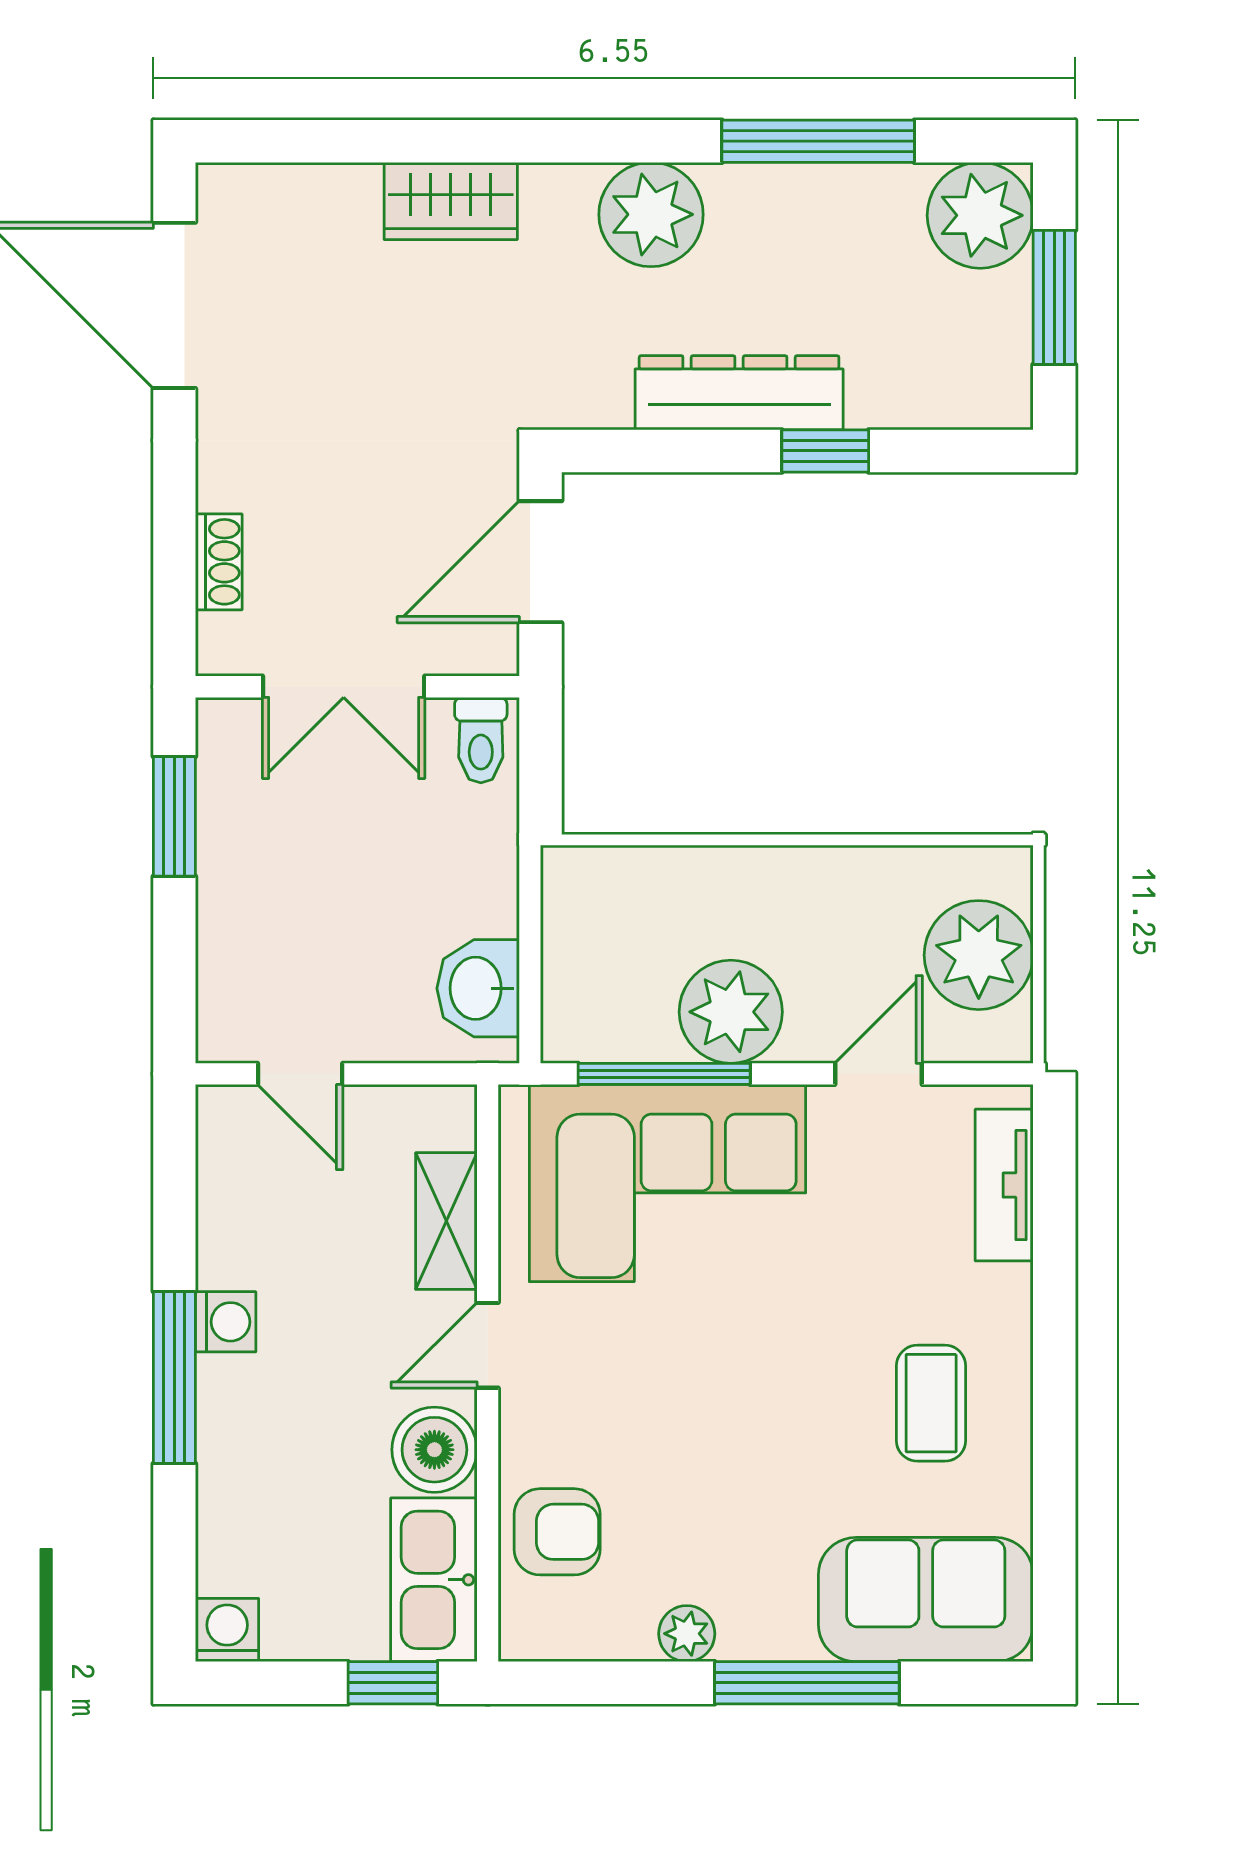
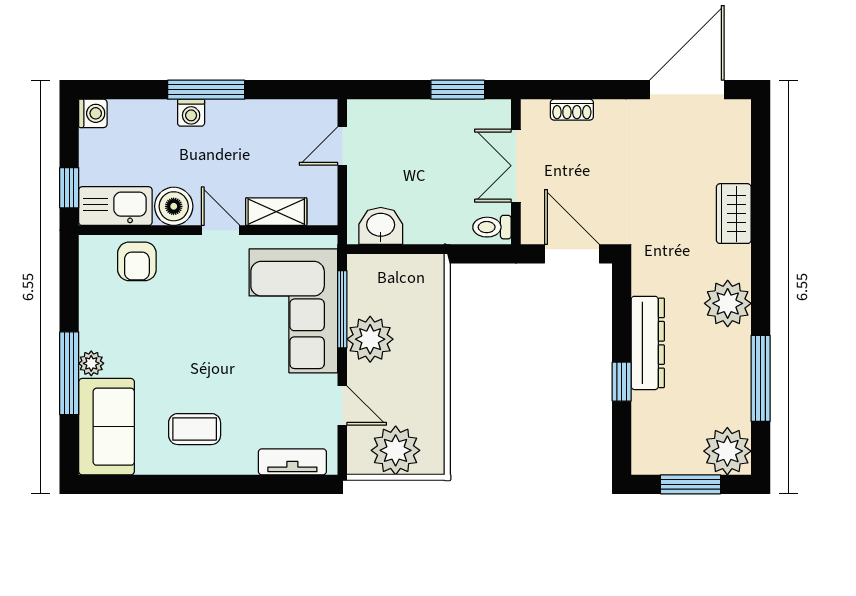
washing machine: (226, 1322) -> (191, 113), moved
plant: (687, 1634) -> (91, 363), moved

